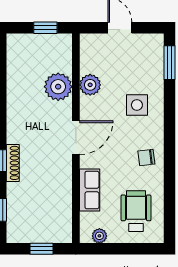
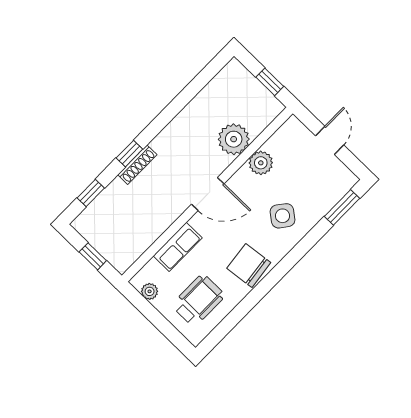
side table: (137, 105) -> (282, 216), turned 37
chair: (146, 158) -> (249, 265), width x1.87, depth x1.87

